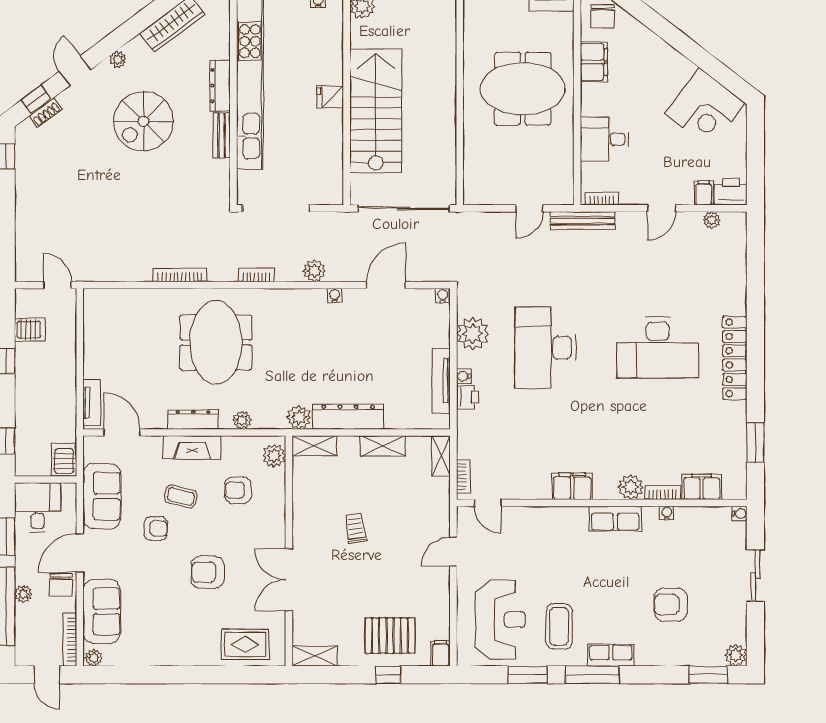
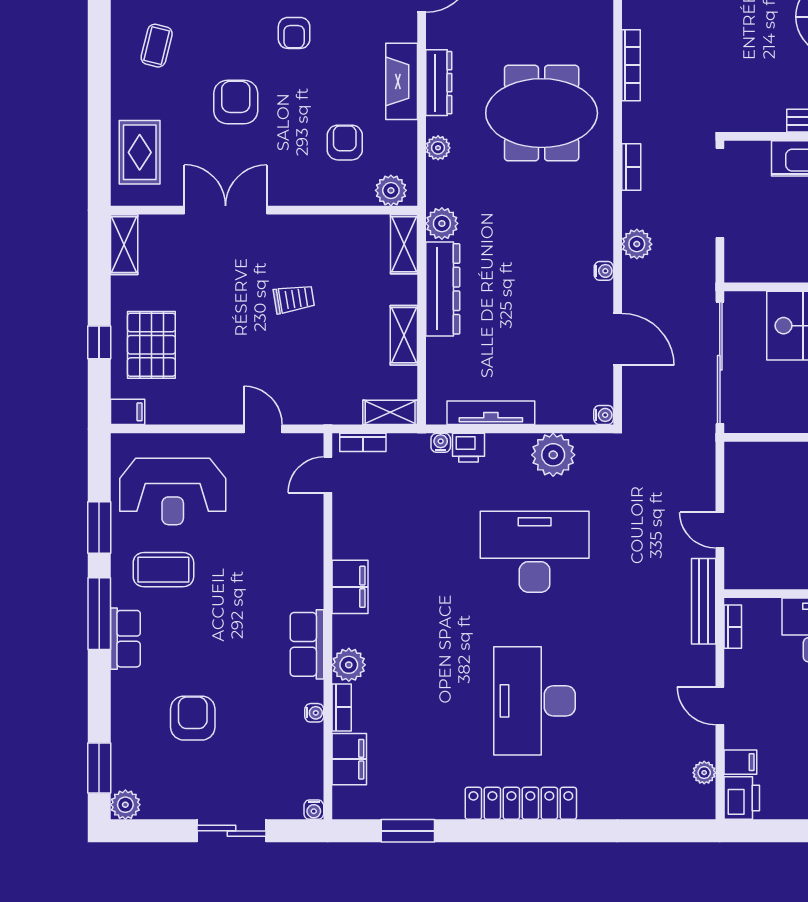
water cooler: (464, 376) -> (441, 443), moved
coffee table: (181, 496) -> (157, 46), moved

